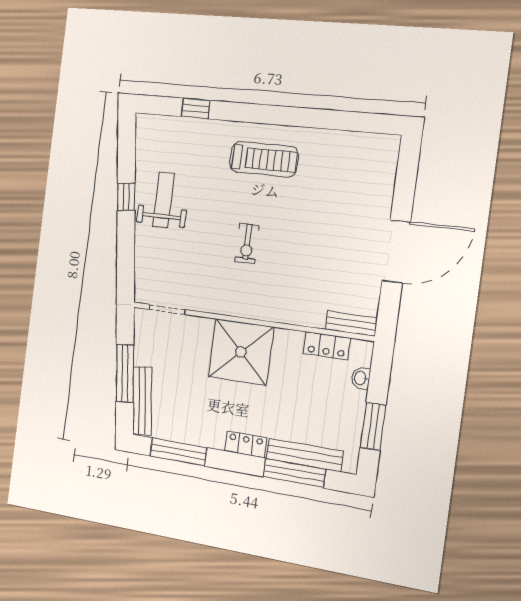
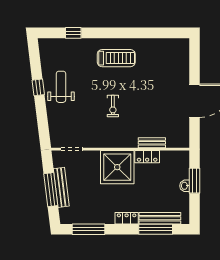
bench: (351, 324) -> (152, 143), moved
locker: (327, 346) -> (147, 157), moved
washbasin: (361, 378) -> (185, 186), moved
bench: (142, 401) -> (61, 187), moved
window: (373, 426) -> (195, 181), moved

